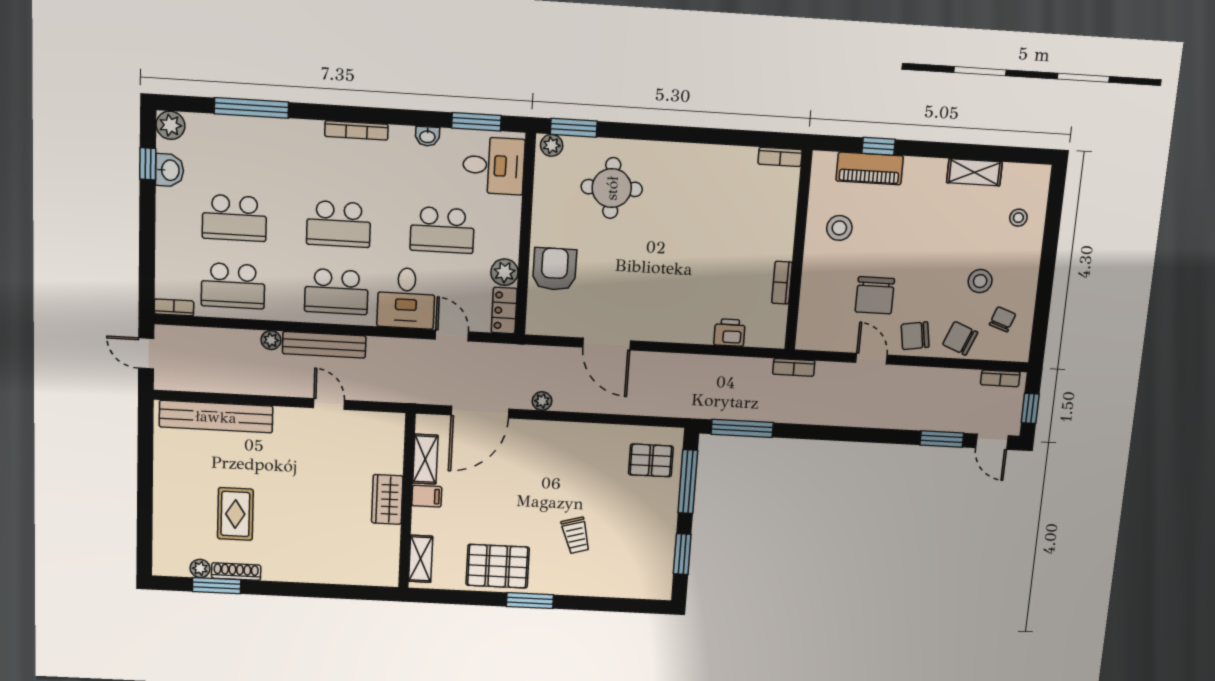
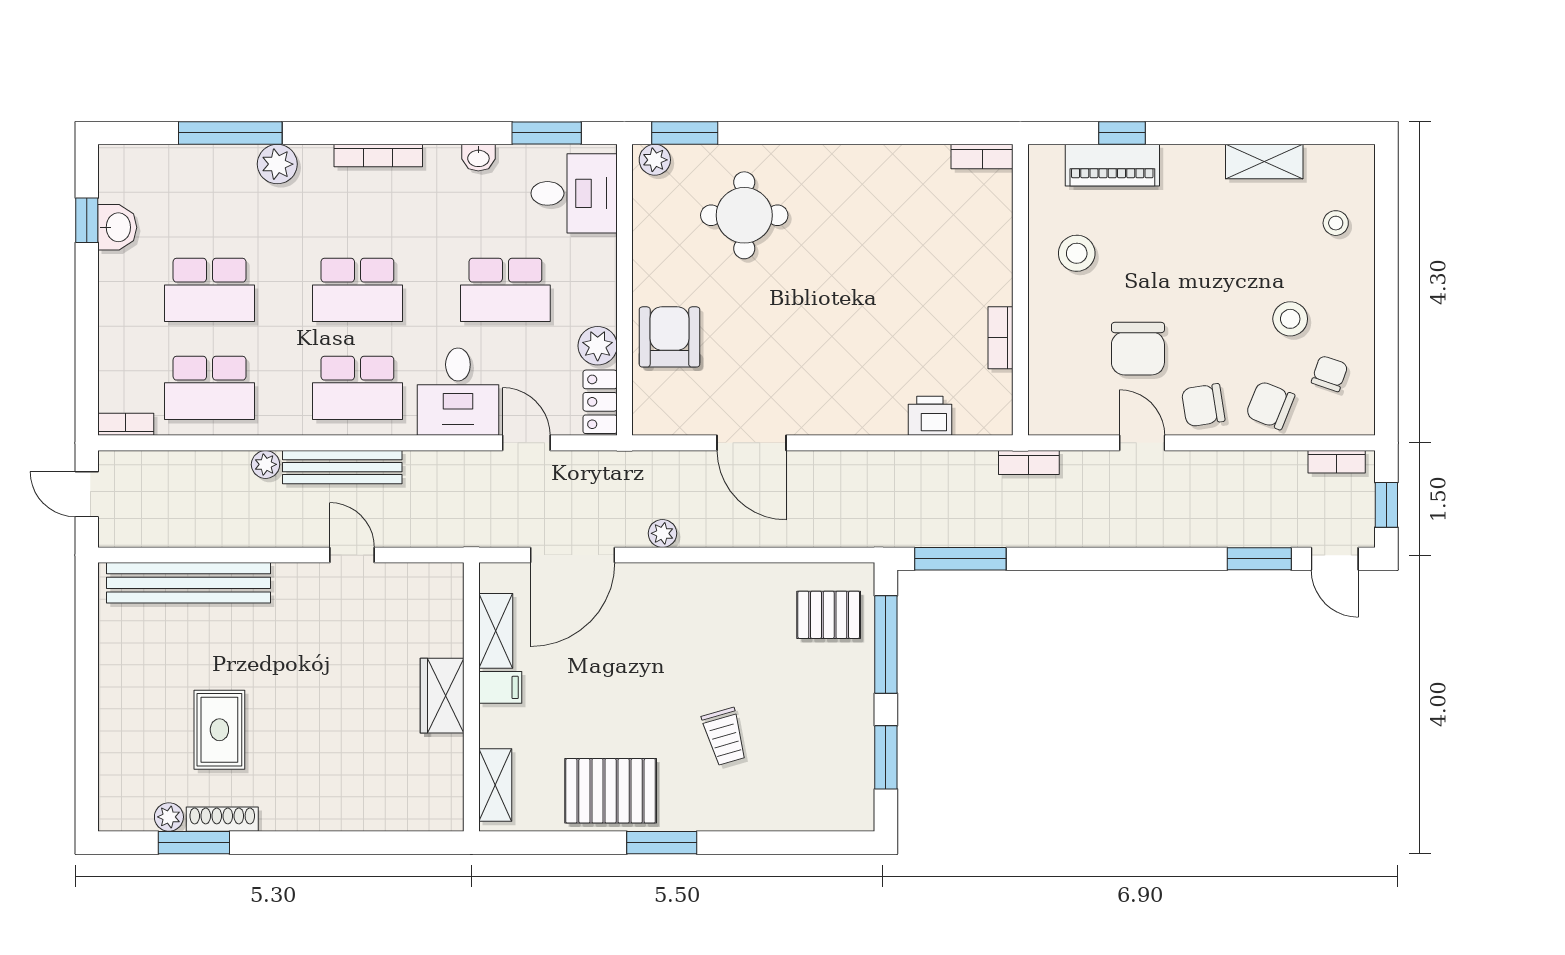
plant: (170, 125) -> (277, 164), moved

